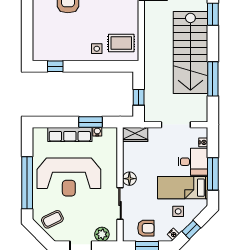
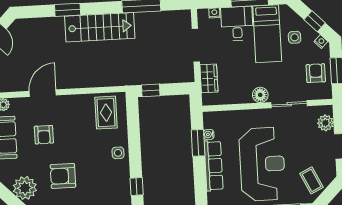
side table: (97, 49) -> (118, 153), moved
stairs: (190, 53) -> (100, 27), width x0.73, depth x0.66
window: (139, 97) -> (151, 90), moved
wardrobe: (135, 135) -> (209, 78), moved

